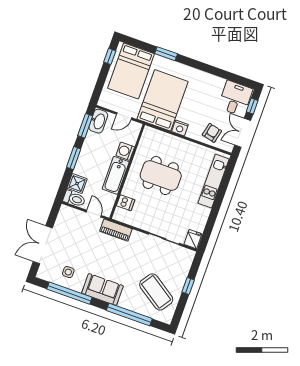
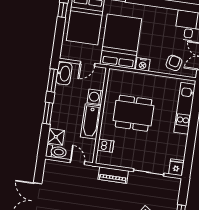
piano: (116, 230) -> (113, 175), moved

